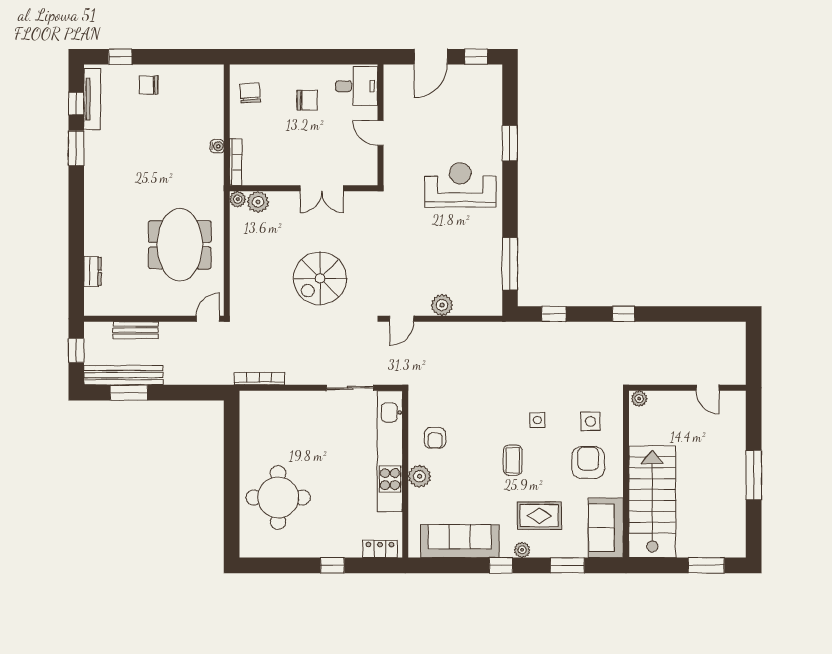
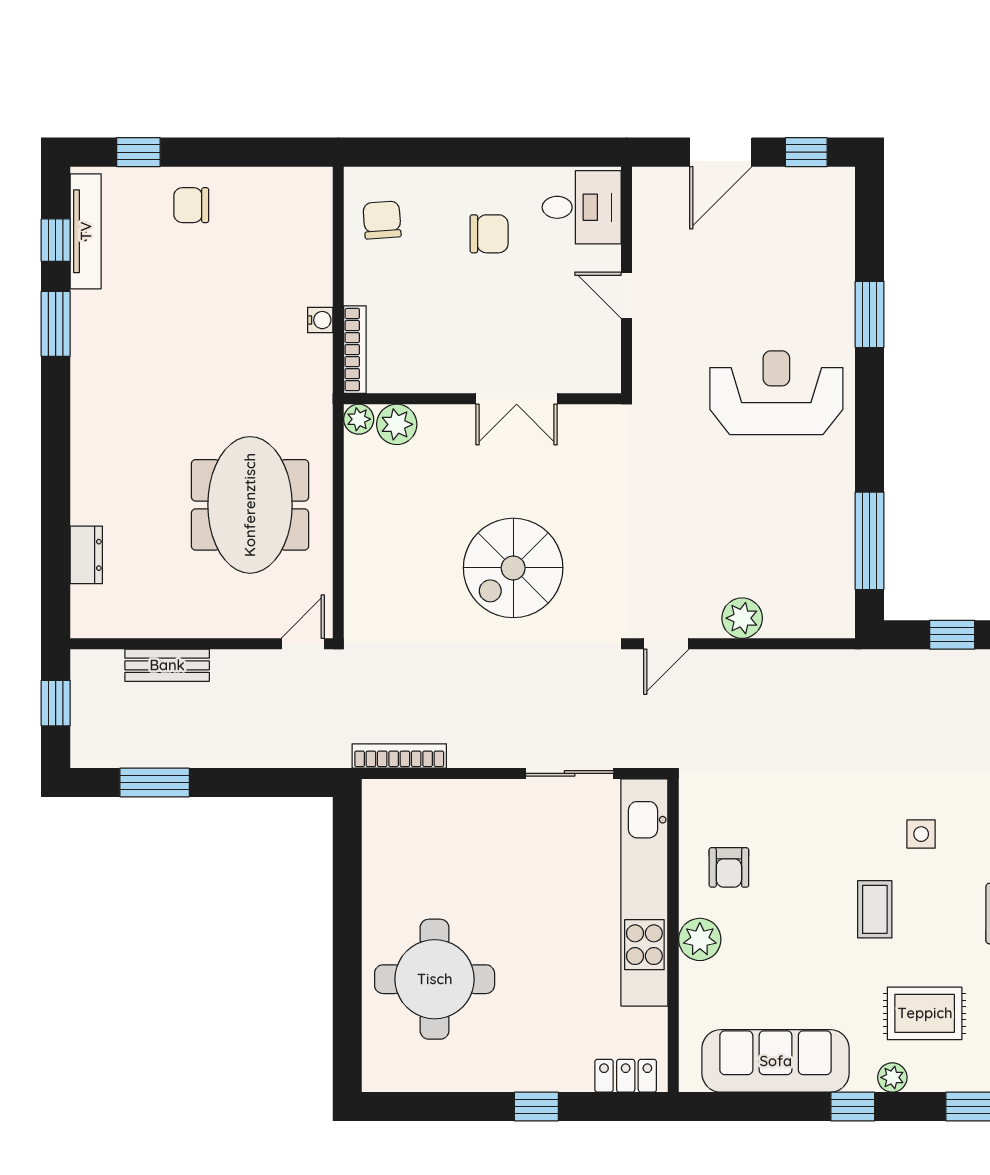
bench: (123, 375) -> (144, 750), removed

